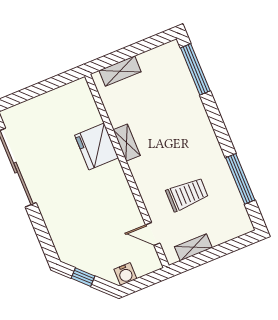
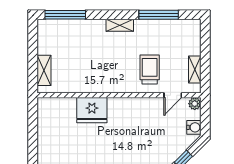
shelving: (127, 143) -> (120, 25), moved
trolley: (187, 194) -> (150, 69), moved
plant: (153, 264) -> (195, 104), added

